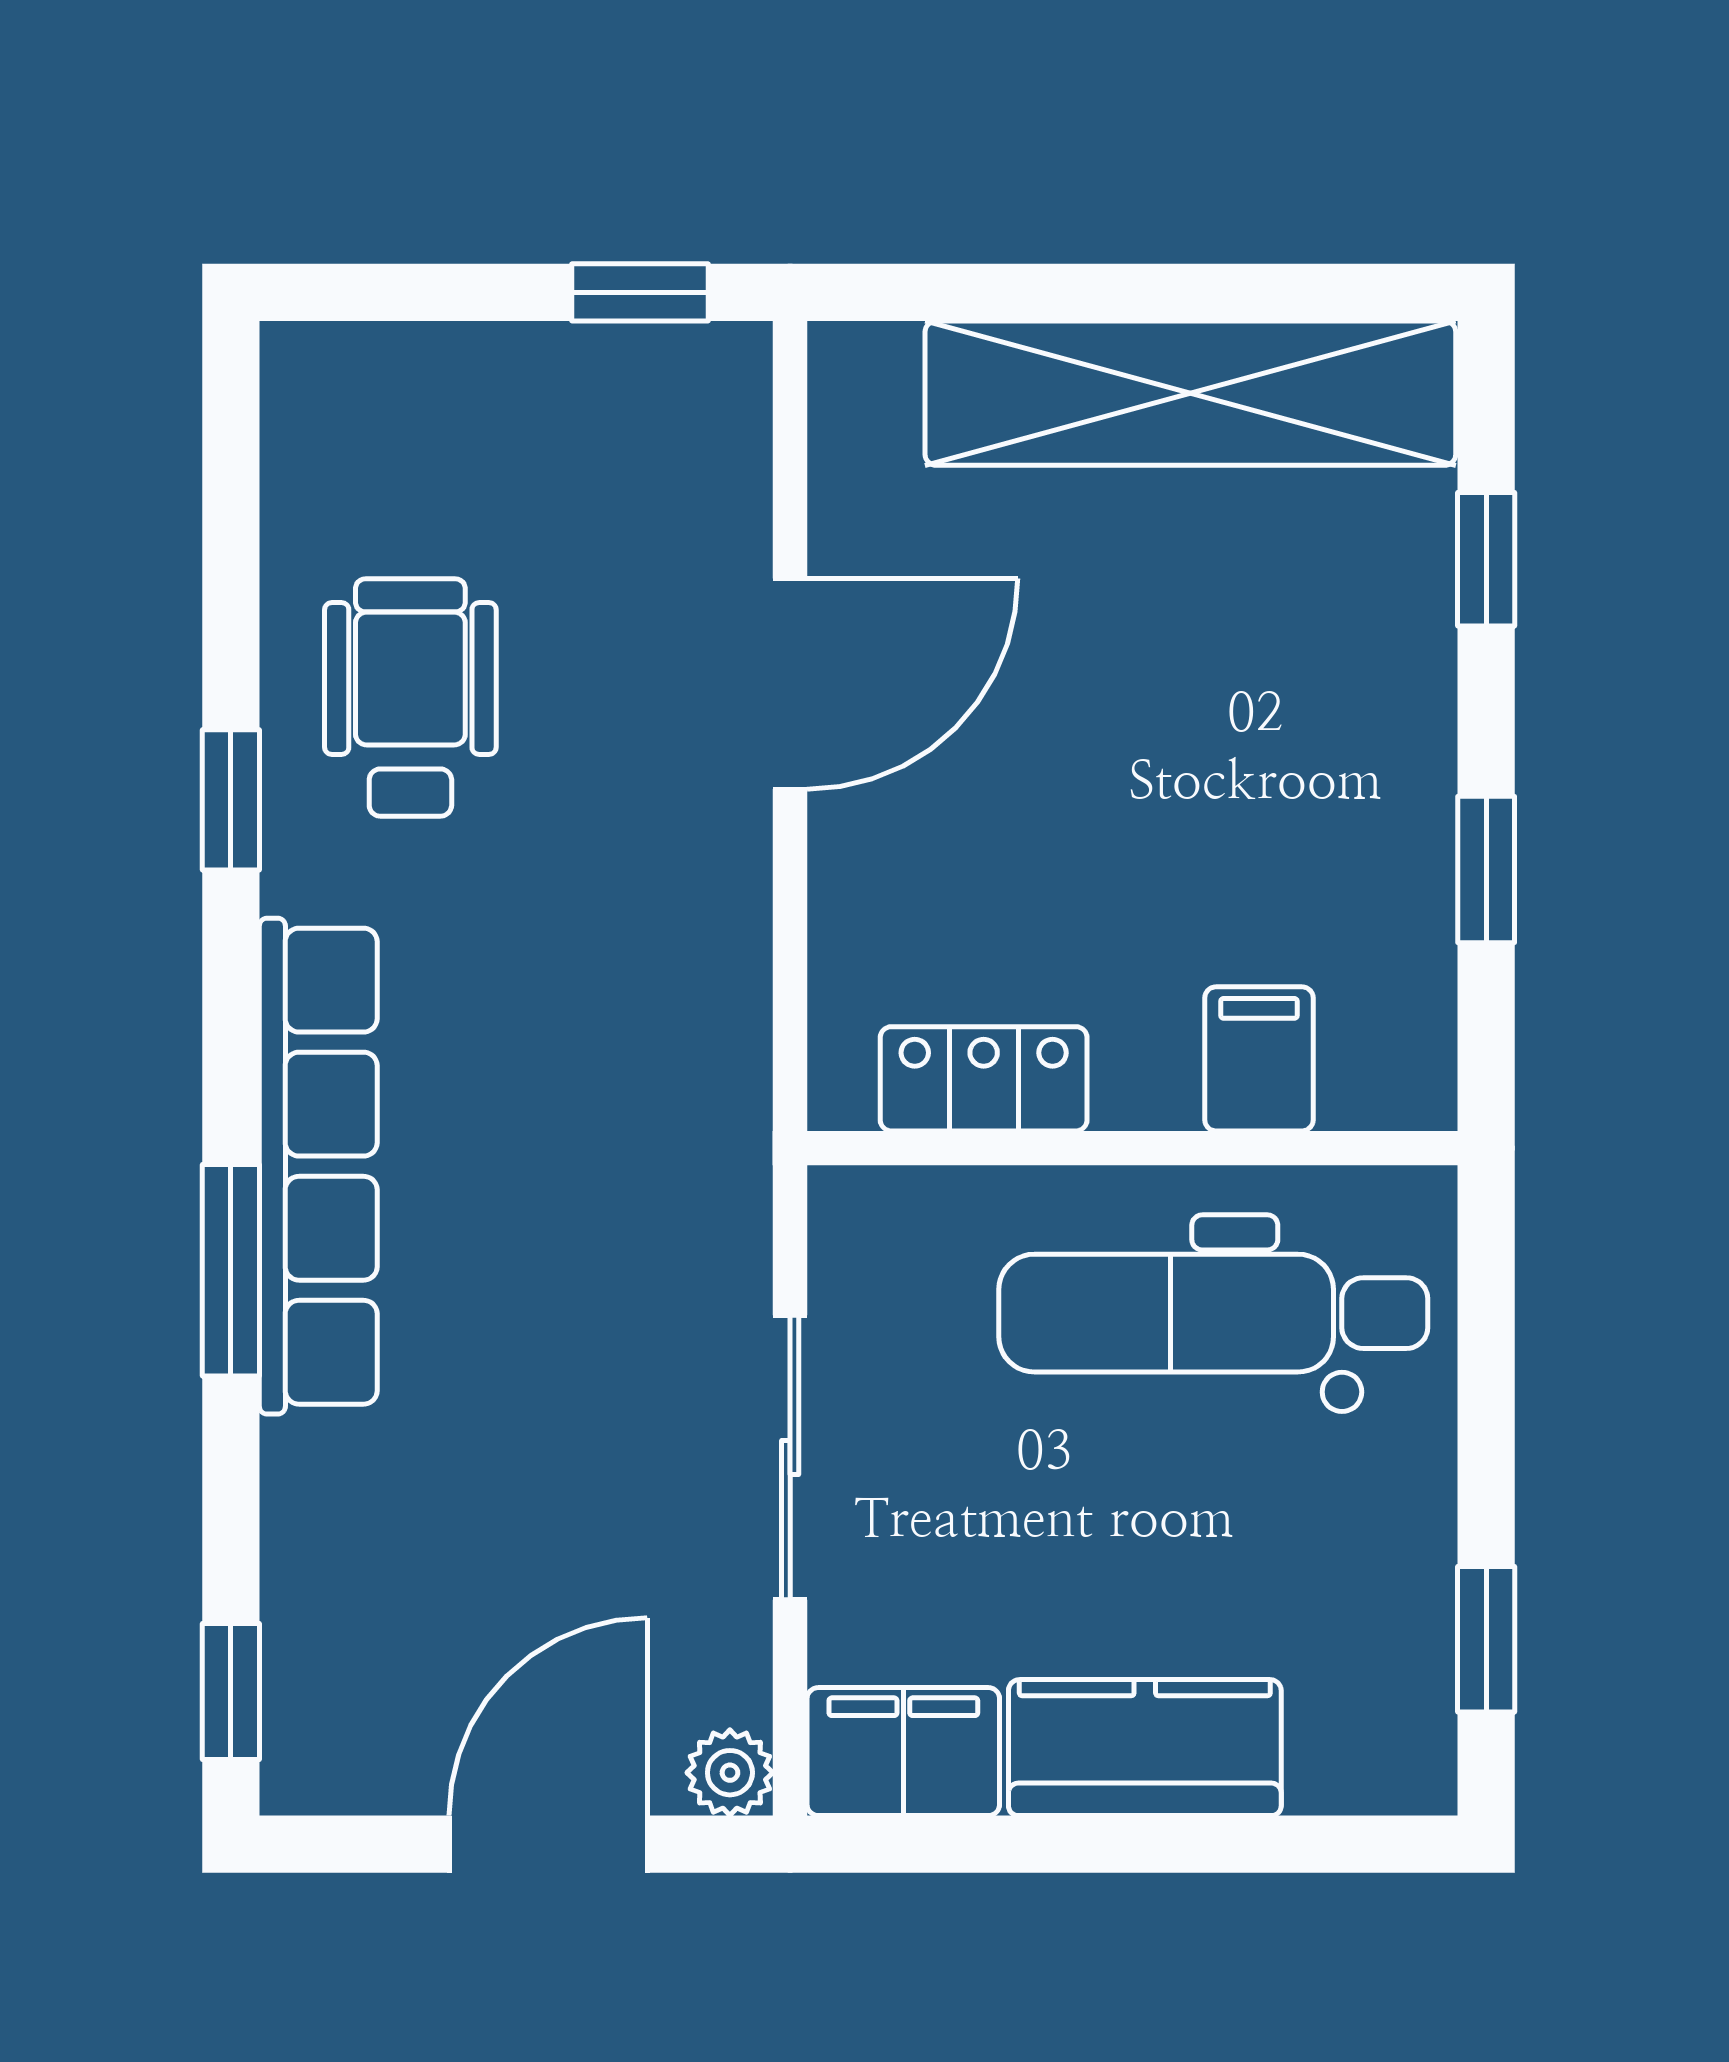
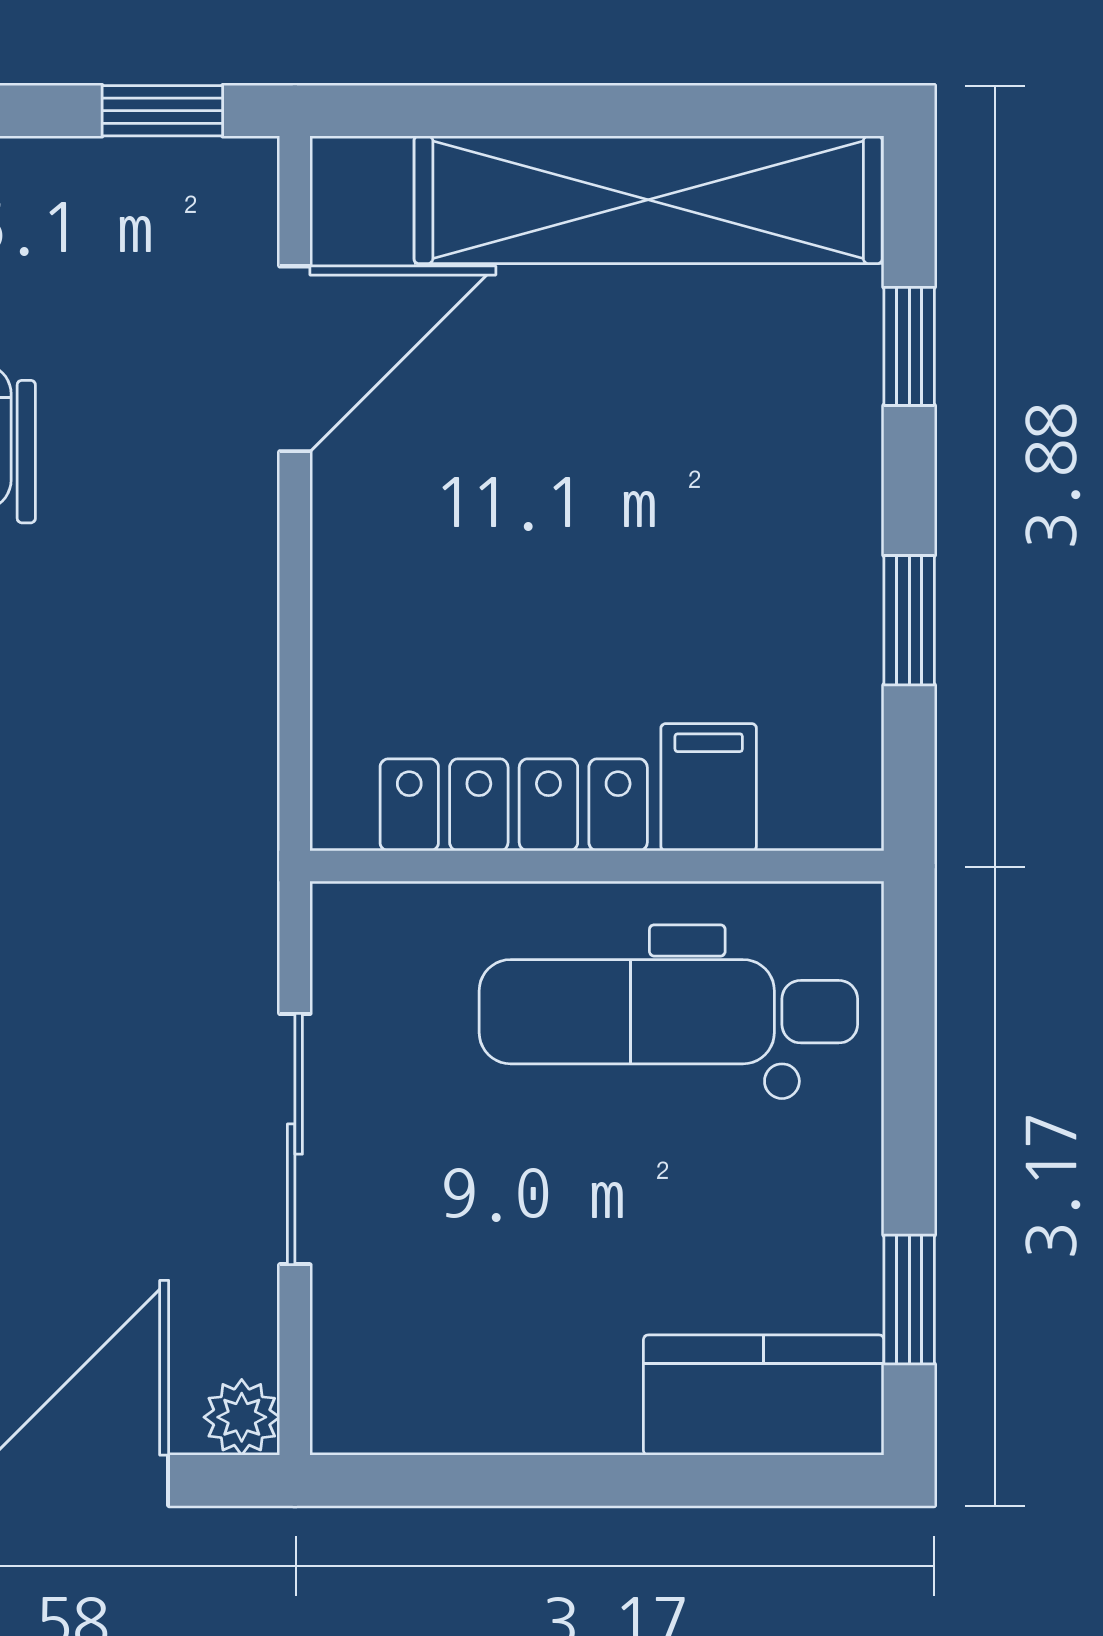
door: (790, 684) -> (295, 359), moved
locker: (984, 1079) -> (514, 805), width x1.53
kitchen counter: (1145, 1748) -> (764, 1395), moved
filing cabinet: (903, 1752) -> (395, 1399), removed

